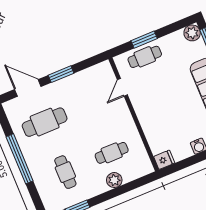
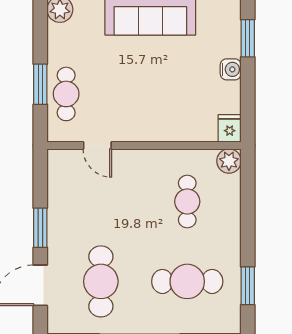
cafe table: (65, 172) -> (187, 281), width x1.37, depth x1.35
plant: (114, 180) -> (229, 161), moved

